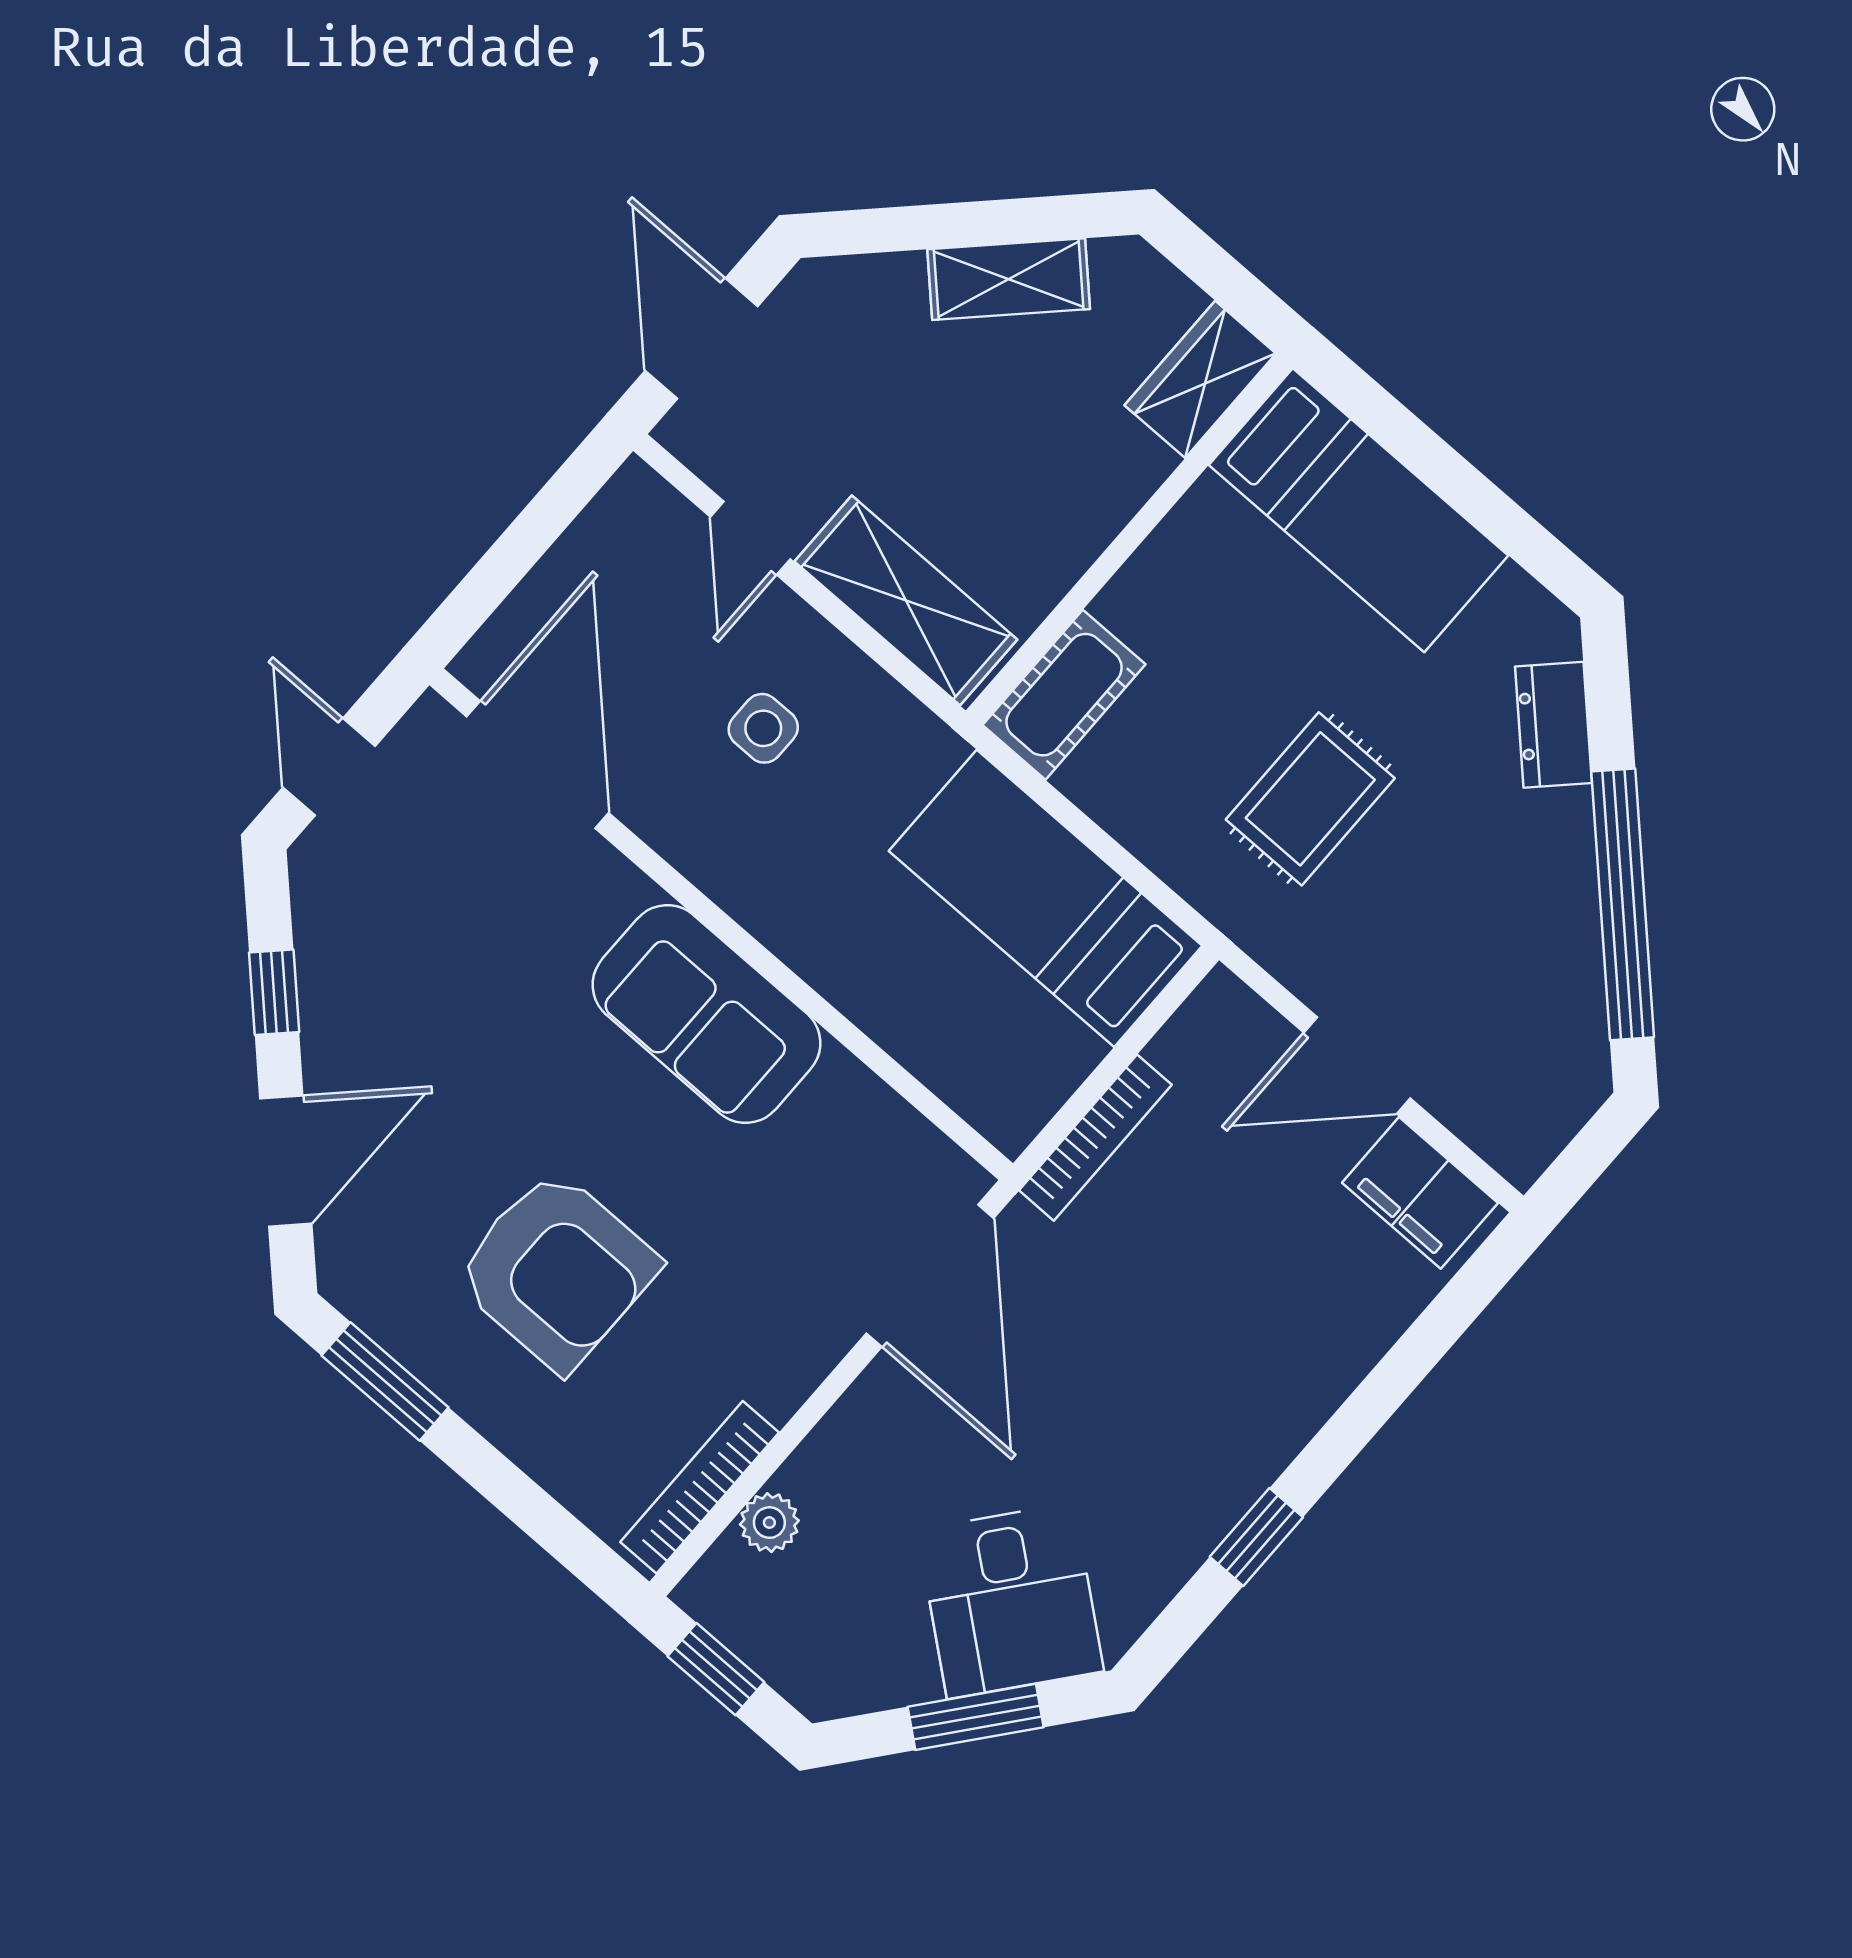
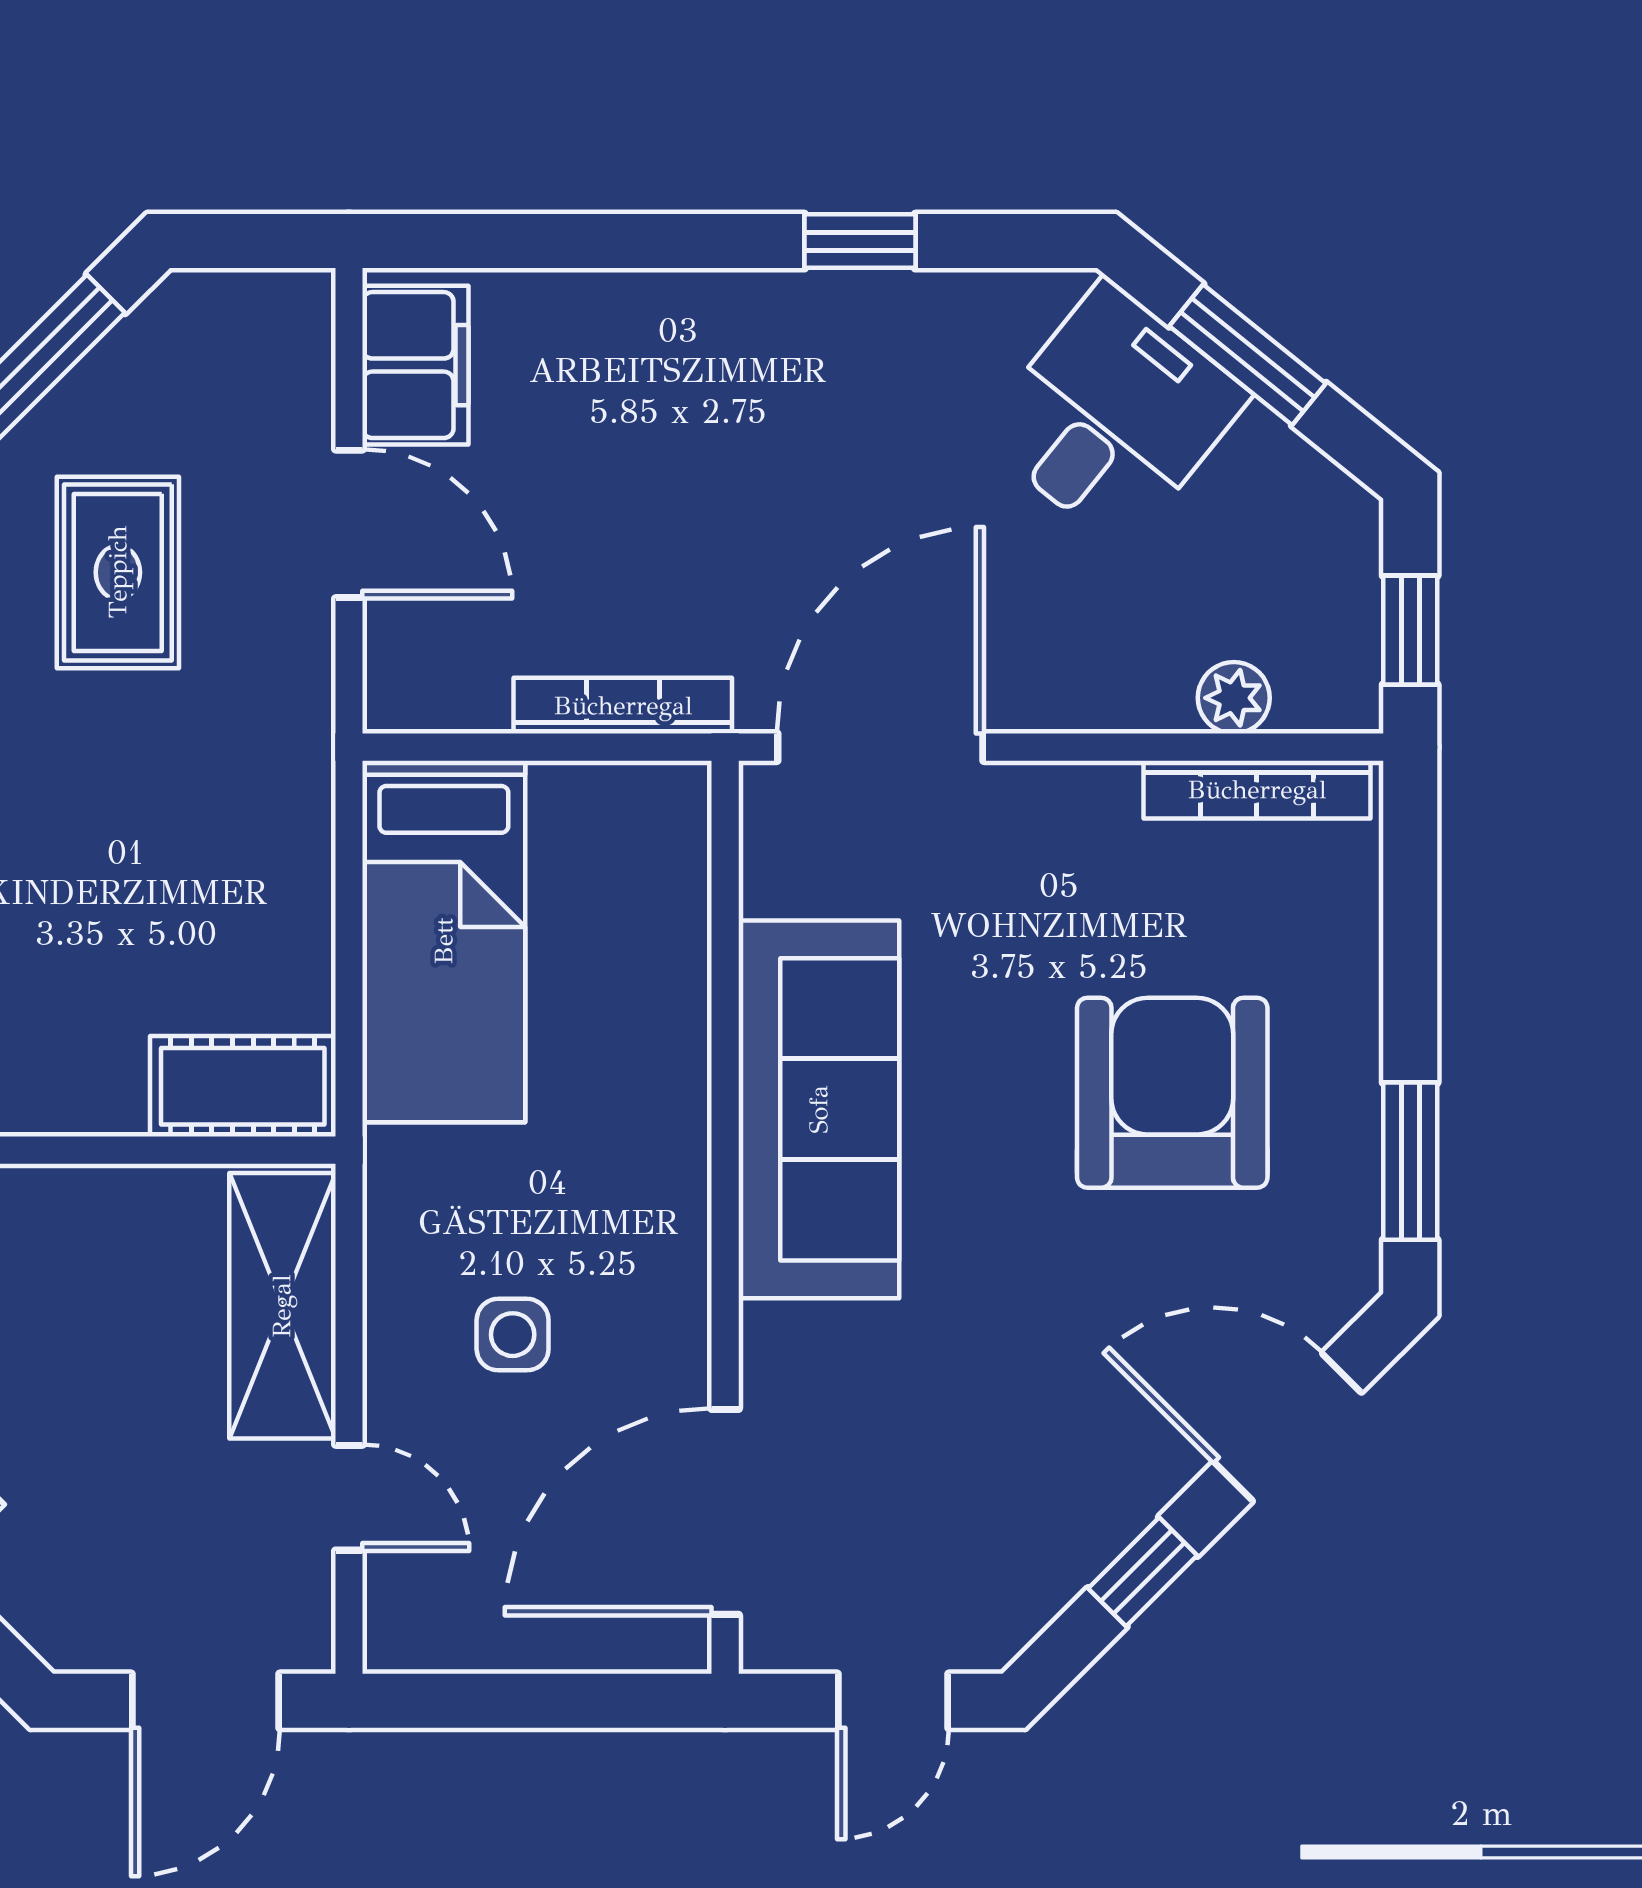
door: (750, 538) -> (349, 1498), hinge flipped
rug: (1310, 799) -> (118, 572), moved, turned 90
sofa: (706, 1014) -> (819, 1109), width x1.36

